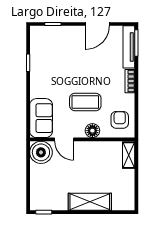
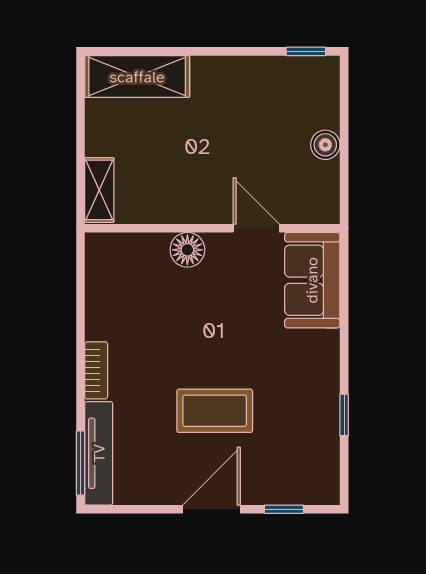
door: (97, 24) -> (211, 509), moved
coffee table: (85, 102) -> (215, 411), moved
armchair: (120, 120) -> (121, 276), removed
boiler: (41, 152) -> (325, 145), moved, width x0.54, depth x0.54
shelving: (90, 202) -> (137, 77), moved

